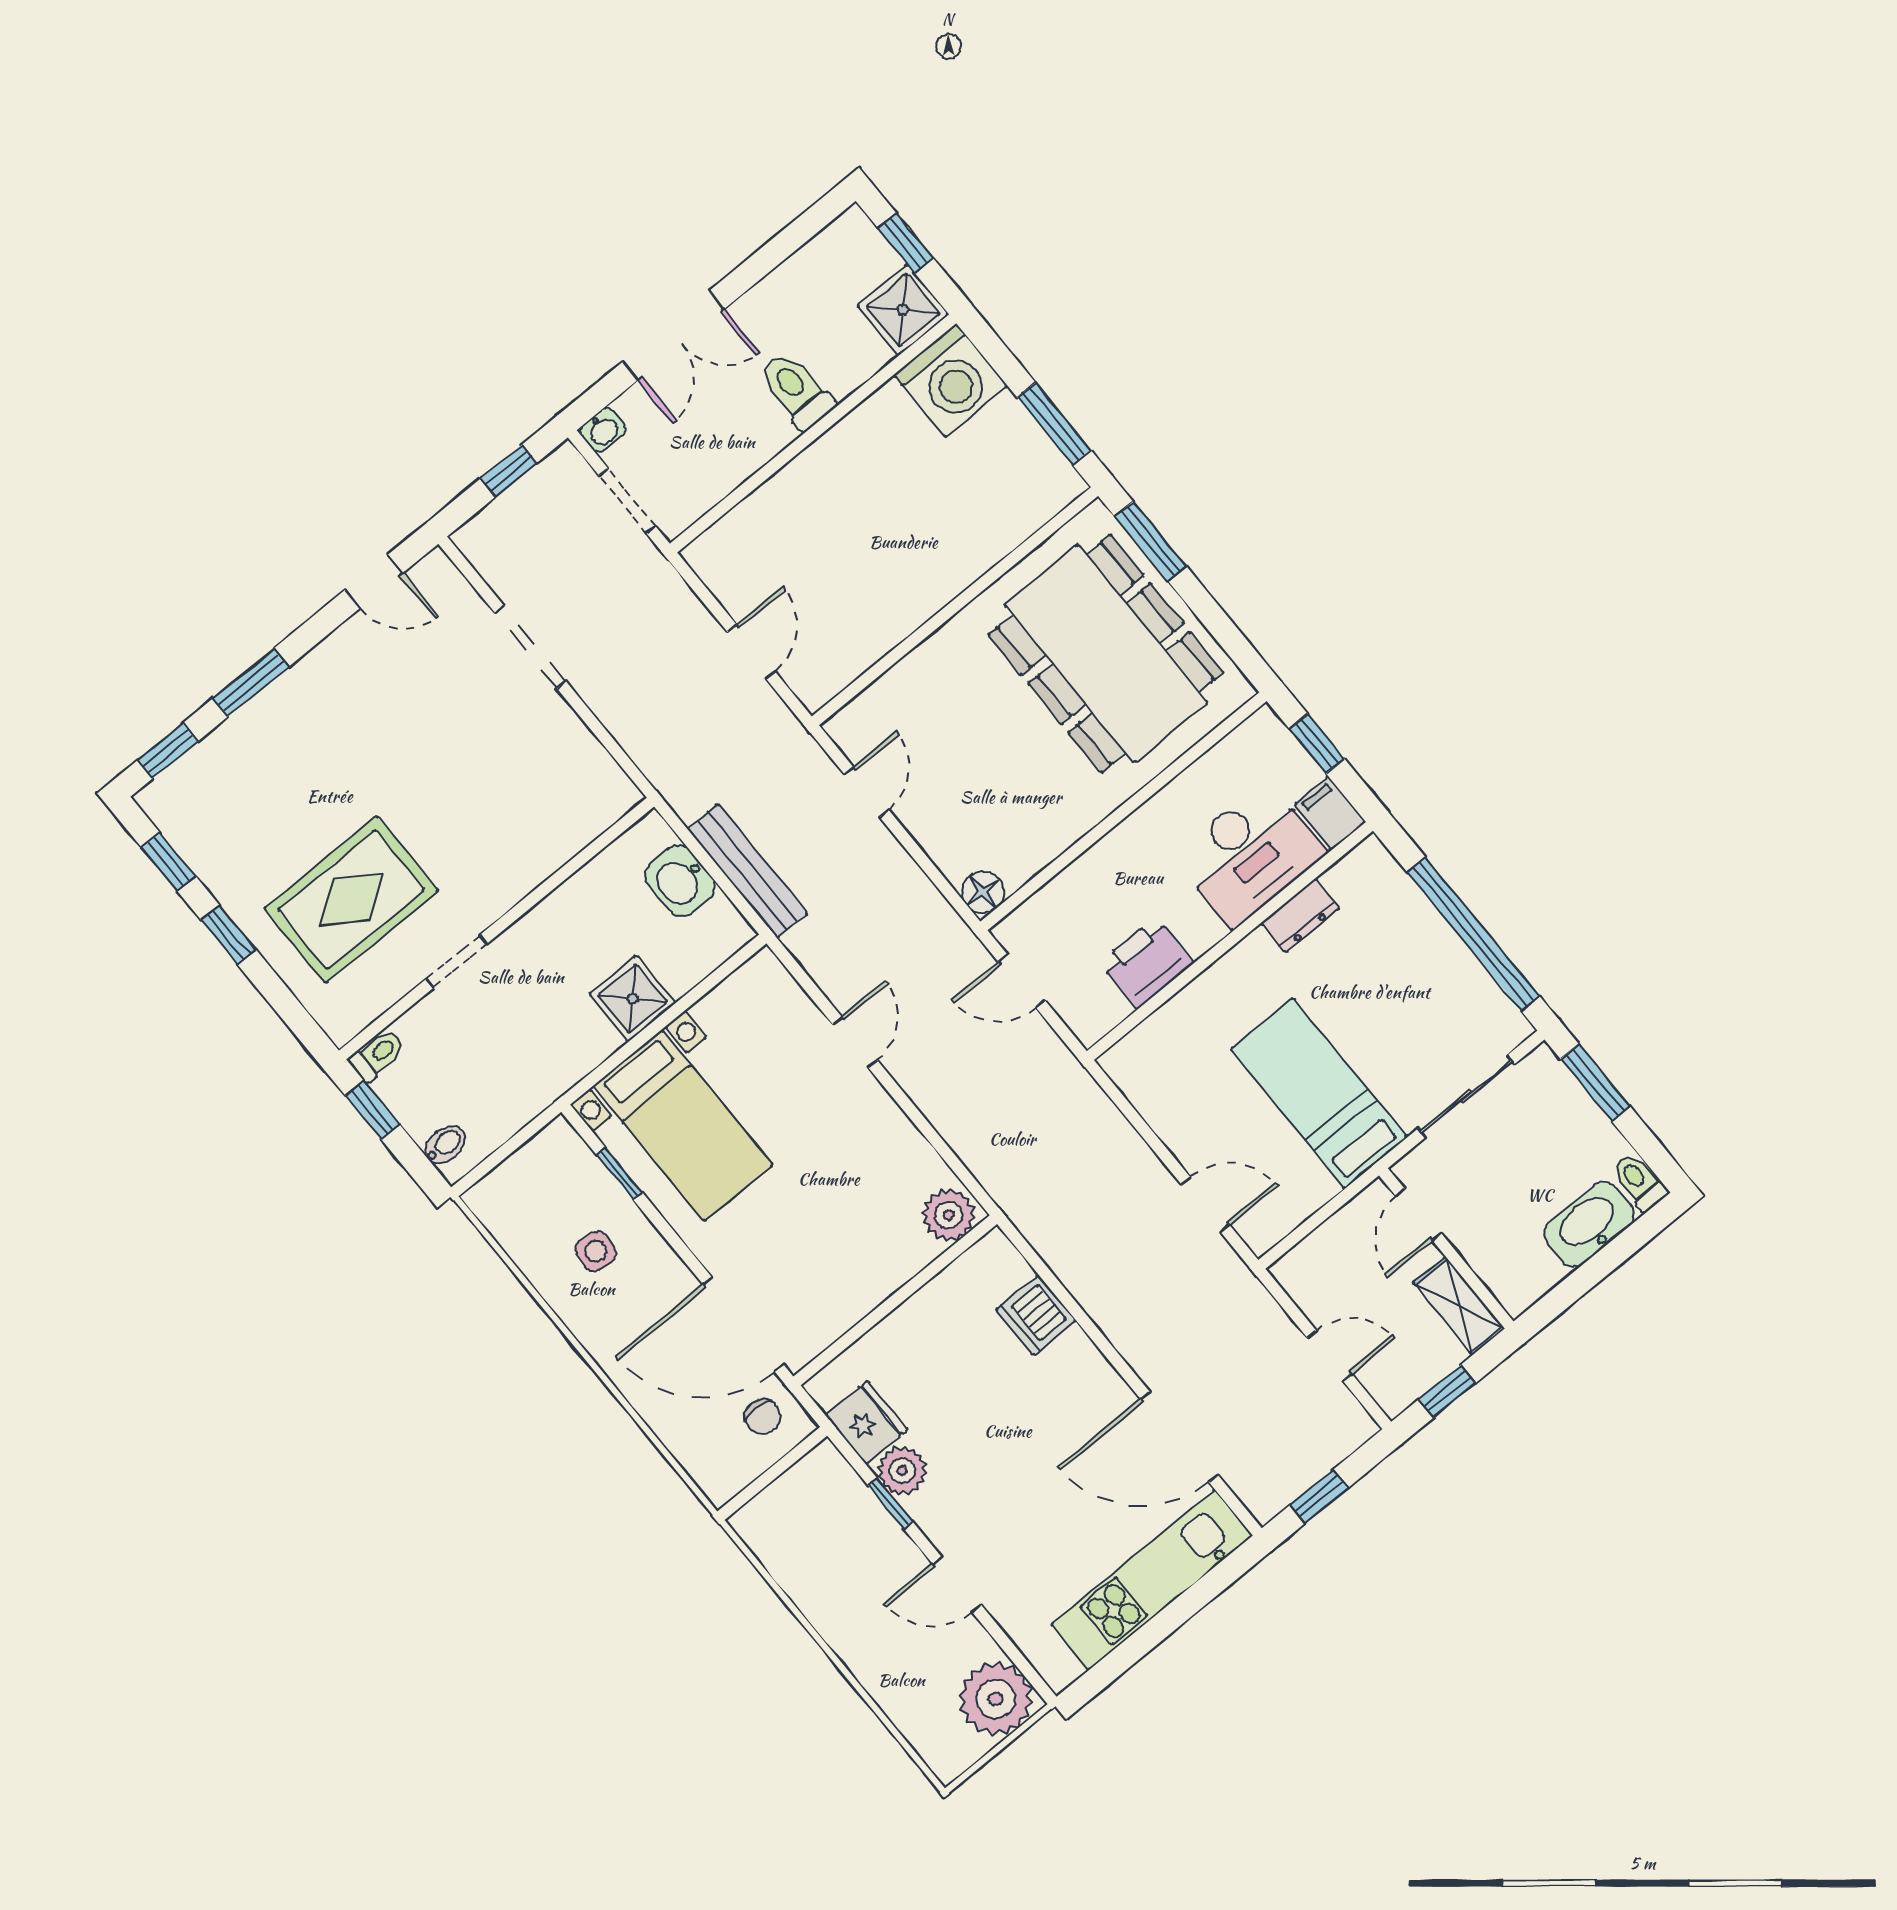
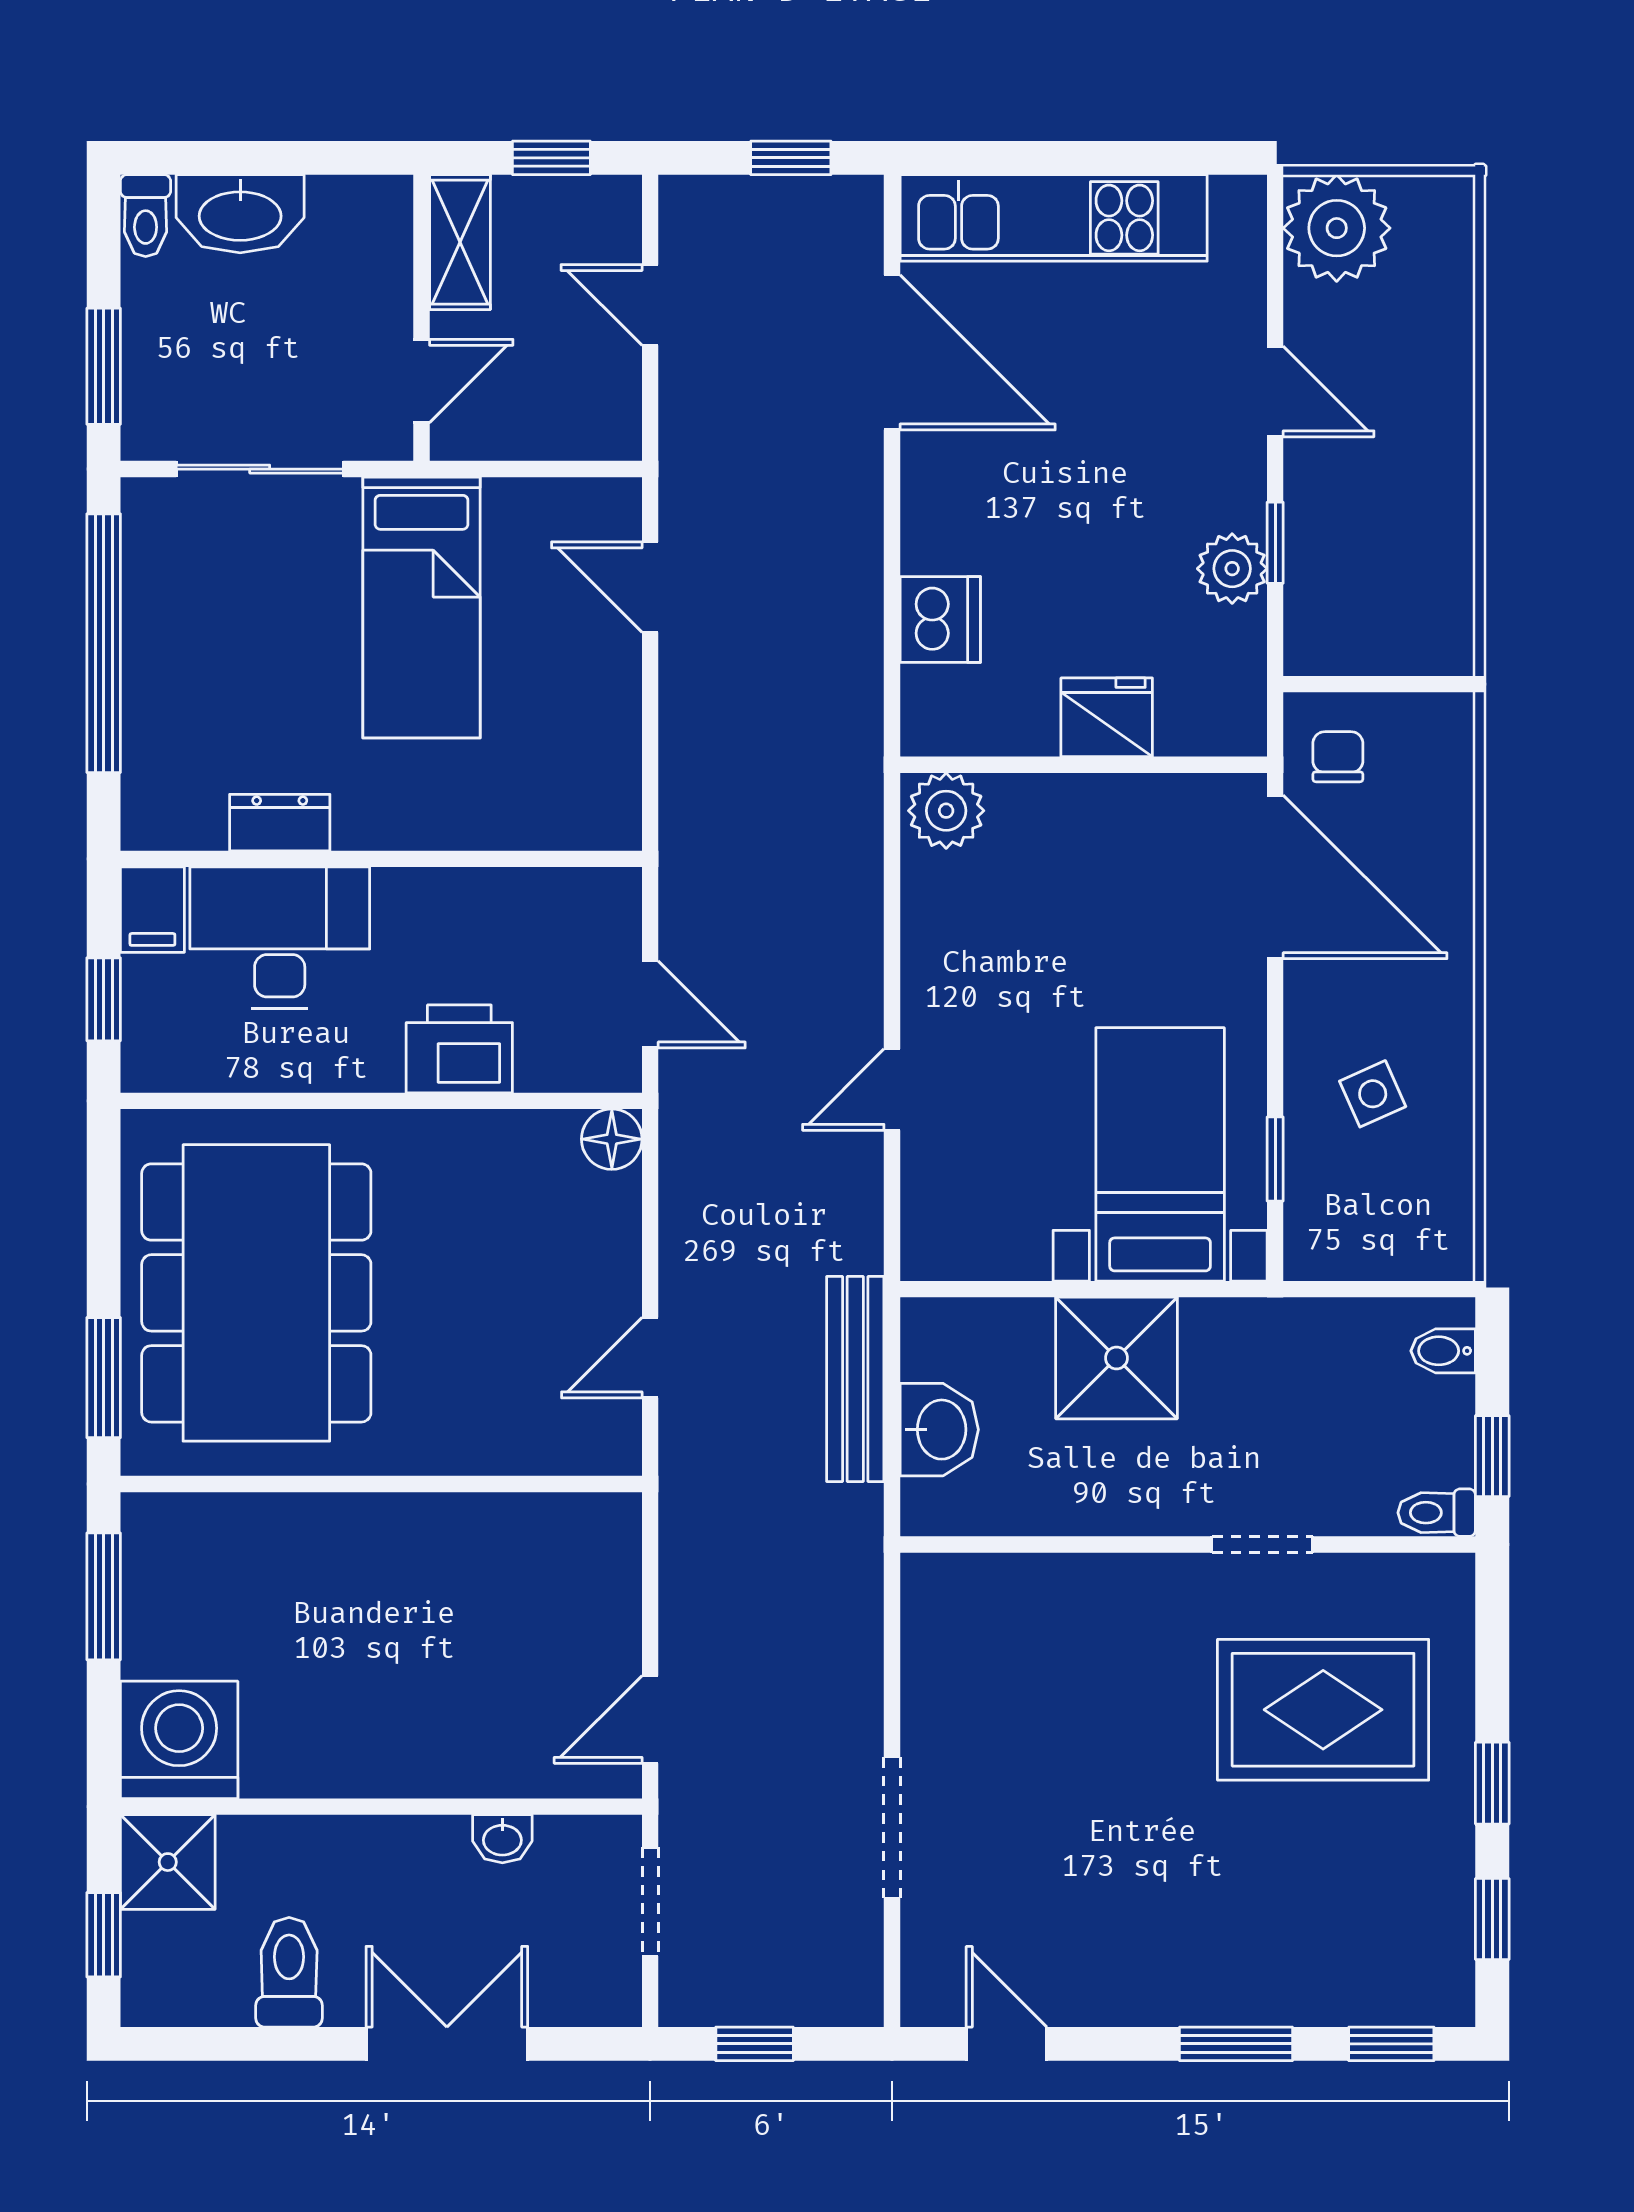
toilet: (797, 390) -> (289, 1972), moved, turned 180
washbasin: (603, 430) -> (502, 1839), moved, turned 180
door: (751, 652) -> (650, 1719), moved
printer: (1146, 963) -> (459, 1049), moved, turned 180
shower: (633, 999) -> (1116, 1358), width x1.36, depth x1.36
side table: (596, 1251) -> (1373, 1094), turned -31
fridge: (866, 1423) -> (1107, 717), moved, turned 90

